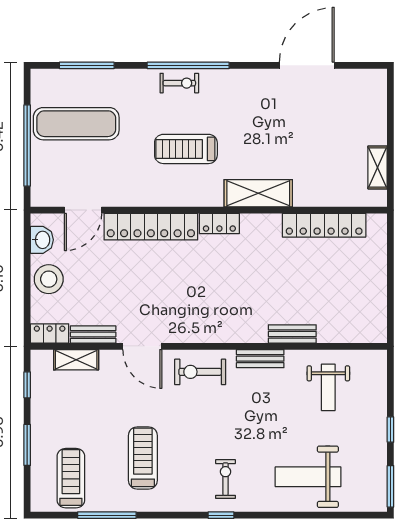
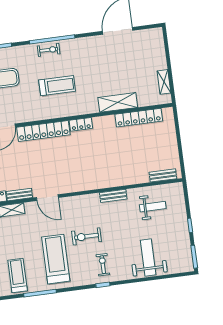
treadmill: (186, 149) -> (57, 86), turned 180
shelving: (258, 193) -> (118, 102), moved
bench: (292, 334) -> (163, 175), moved
exercise bike: (200, 372) -> (87, 236), moved
weight bench: (328, 387) -> (153, 207), turned -90
treadmill: (143, 458) -> (56, 259), width x1.37, depth x1.38
weight bench: (308, 477) -> (148, 257), turned 90

